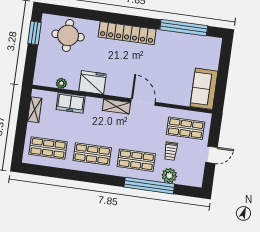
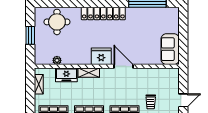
window: (34, 33) -> (30, 35), moved
fridge: (92, 82) -> (101, 56), moved
shelving: (116, 106) -> (89, 73), moved
shop shelf: (186, 128) -> (160, 82), removed

